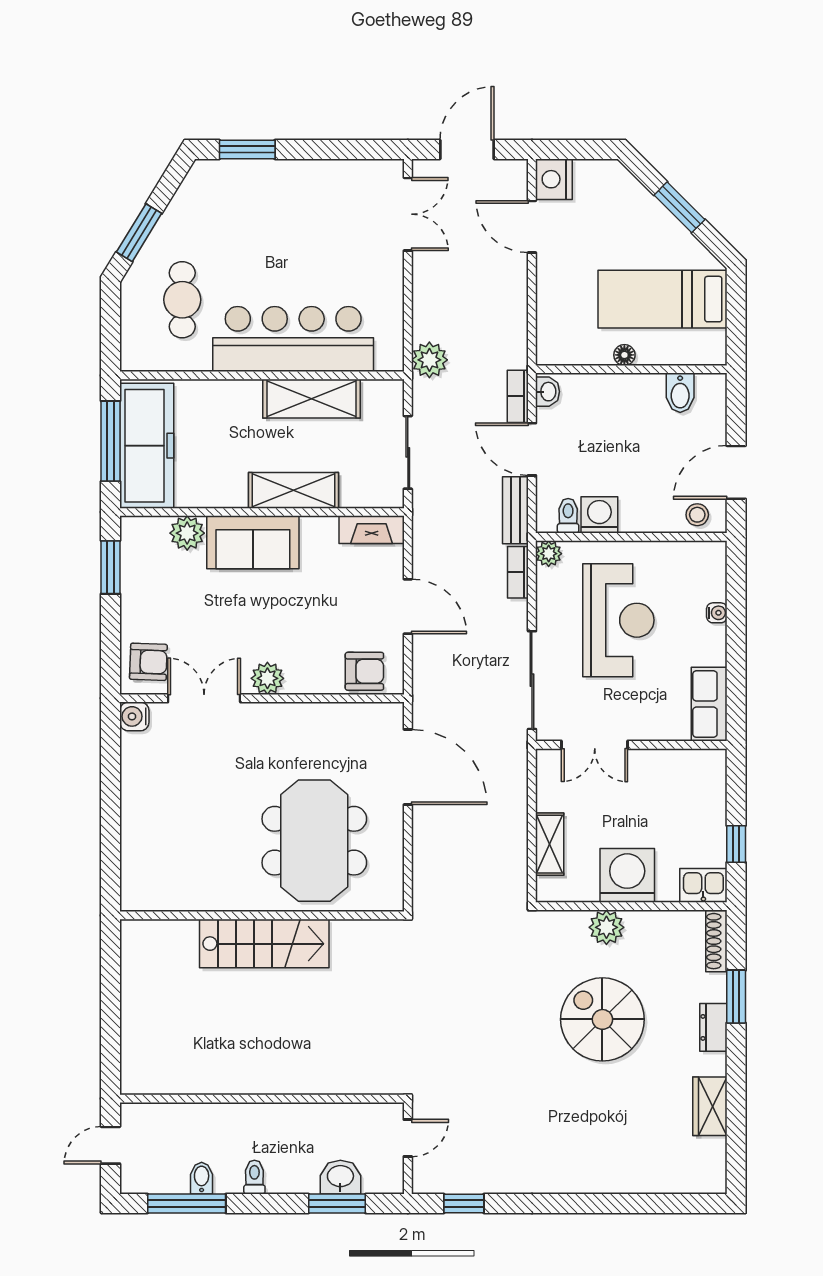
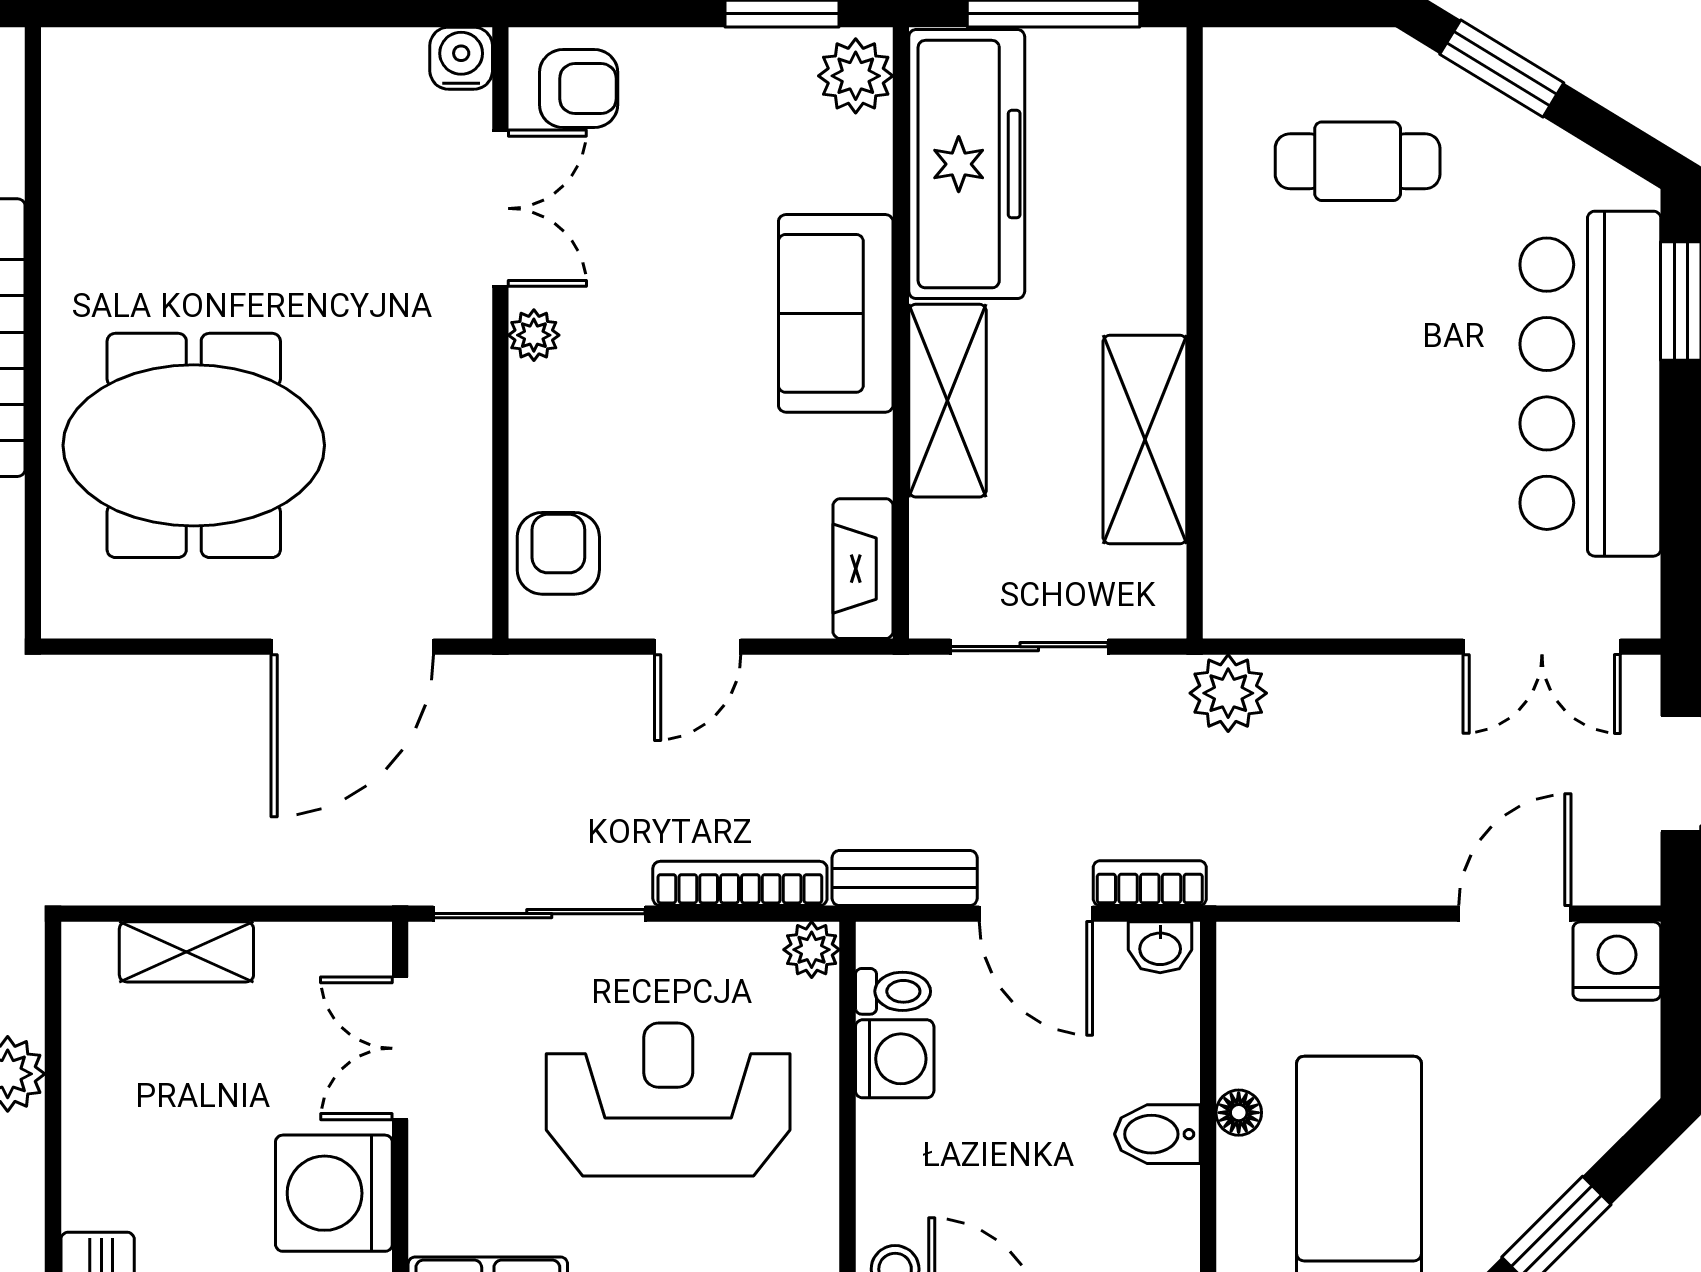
bar counter: (293, 339) -> (1590, 384), moved, turned 180
bidet: (680, 393) -> (1157, 1134), moved
freezer: (147, 446) -> (967, 164), moved, turned -90
door: (532, 449) -> (1036, 914), swing flipped
plant: (187, 533) -> (856, 76), moved
bookcase: (518, 572) -> (740, 883), width x1.56
door: (408, 607) -> (698, 647), width x0.73
reception desk: (618, 620) -> (668, 1100), turned 180
armchair: (148, 662) -> (579, 89), turned -92
armchair: (364, 671) -> (558, 553), turned 180
plant: (267, 678) -> (534, 335), width x0.73, depth x0.73
washing machine: (627, 875) -> (334, 1193), moved, turned 180

